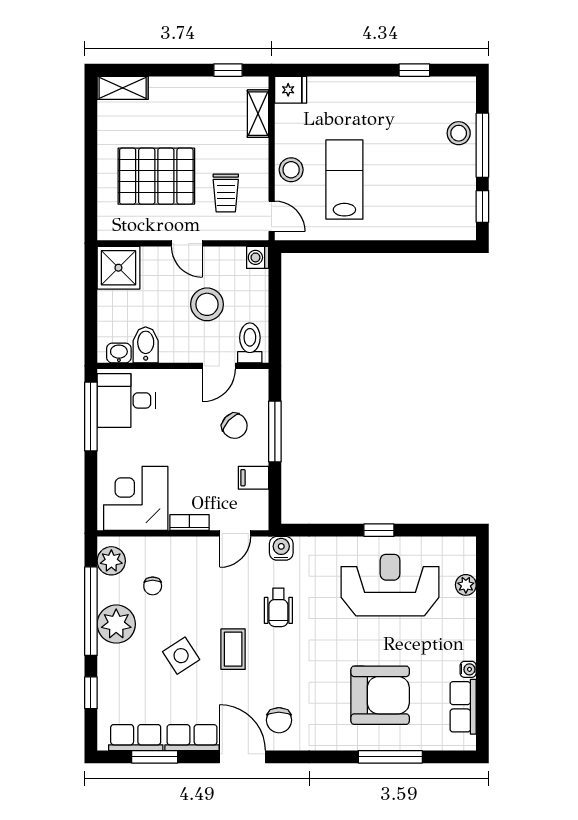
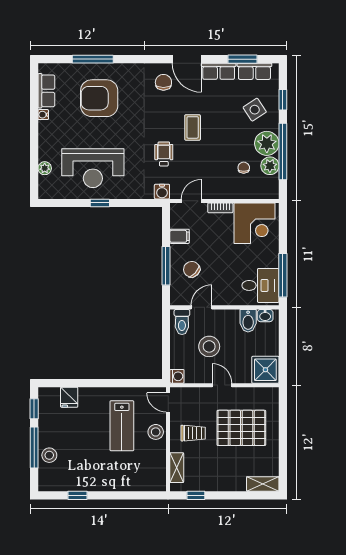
fridge: (291, 90) -> (69, 397), moved, turned -90
trolley: (226, 193) -> (193, 433), moved, turned 90
plant: (111, 561) -> (270, 166), moved
side table: (181, 656) -> (255, 110), moved

